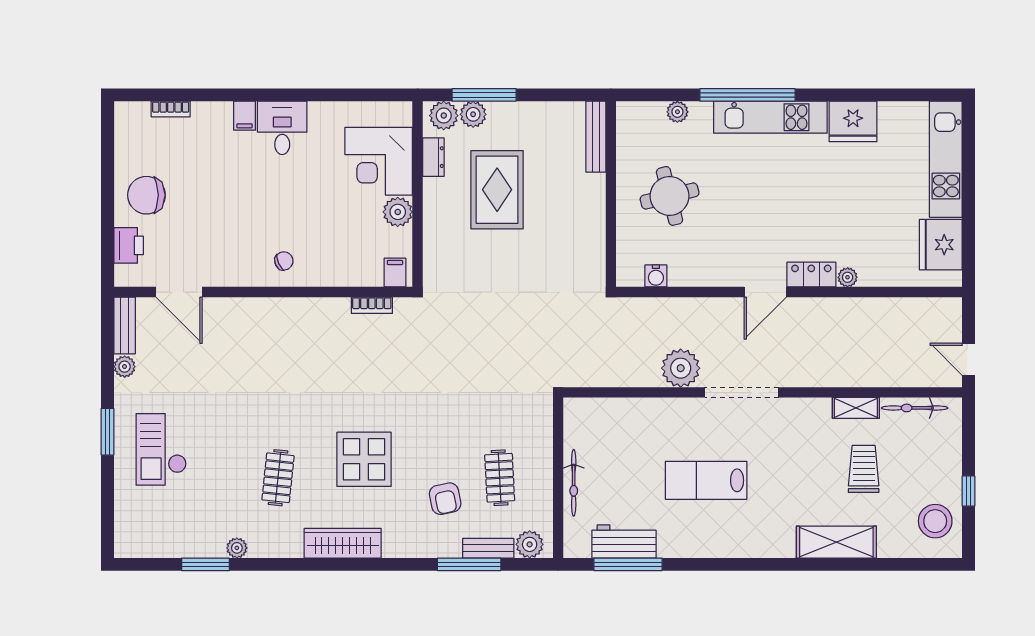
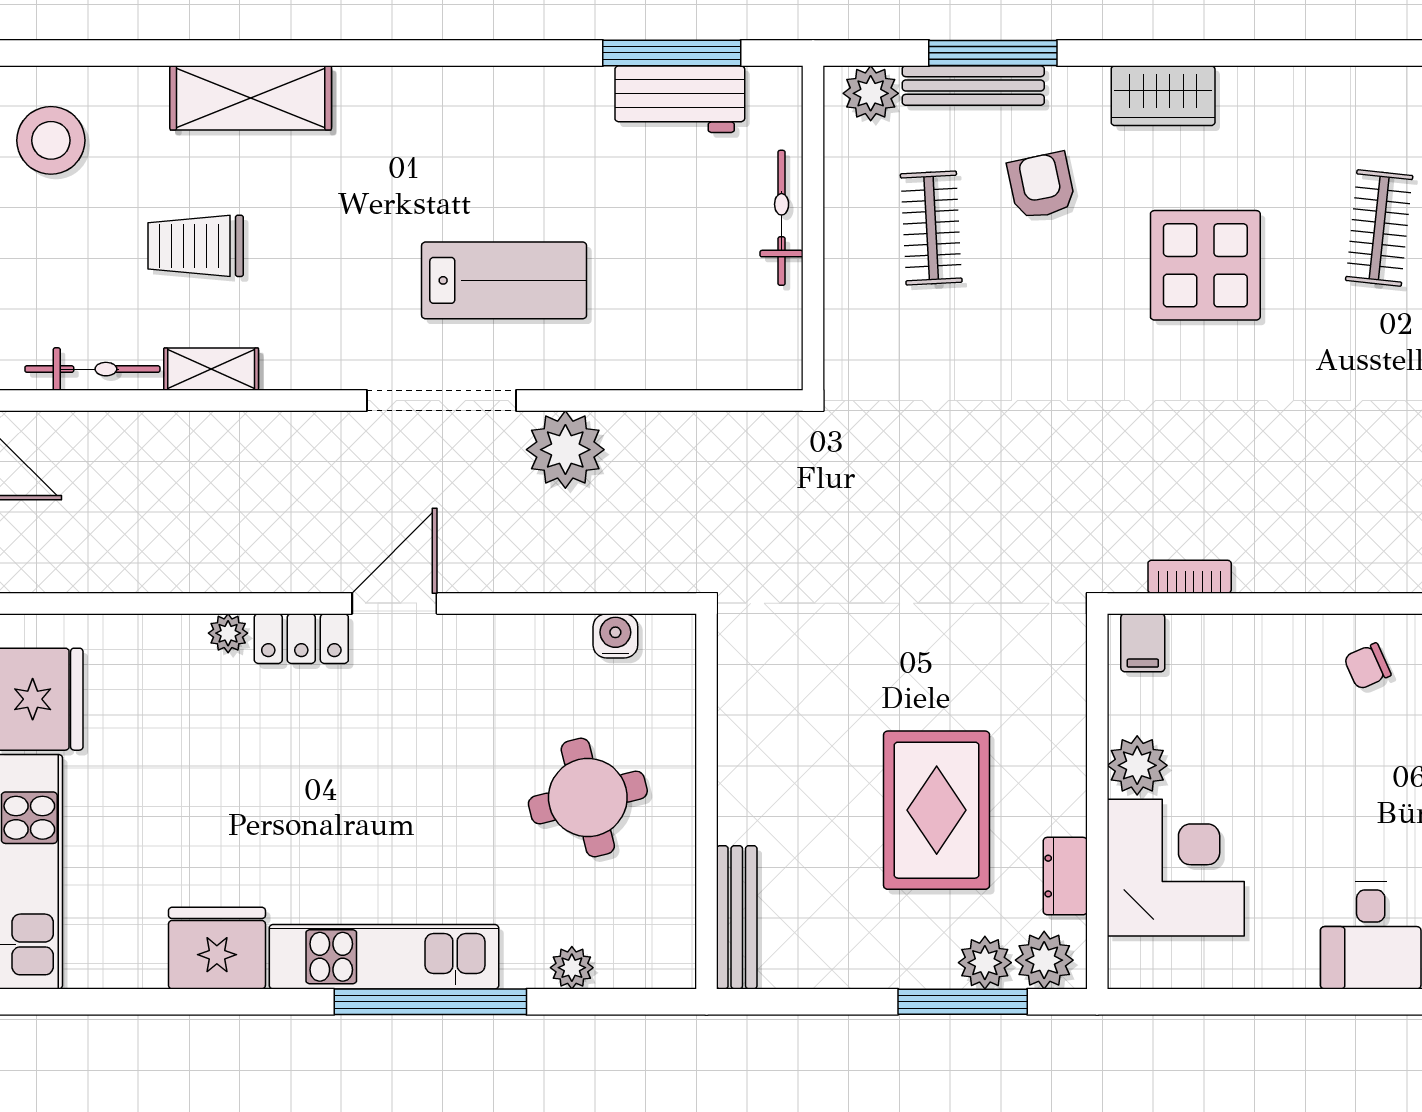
trolley: (864, 469) -> (196, 246), turned 90
lab bench: (706, 480) -> (504, 280), moved
wardrobe: (343, 543) -> (1163, 96), moved, width x0.67
bench: (488, 548) -> (973, 85), width x1.36

